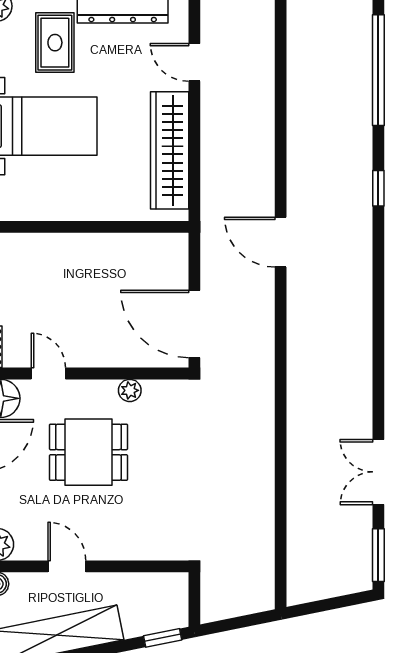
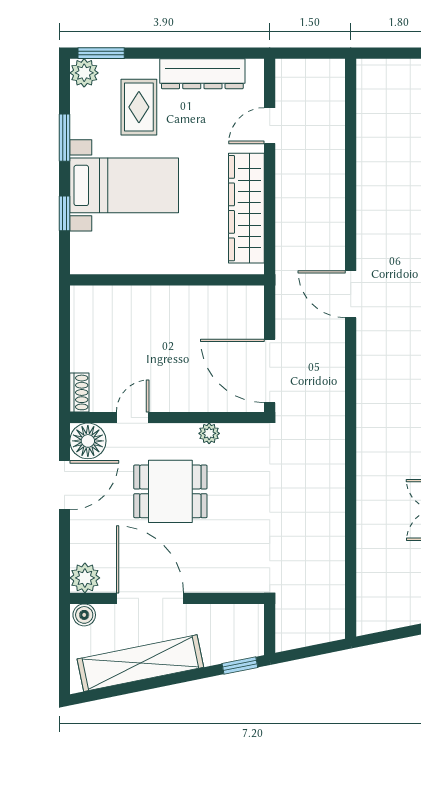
door: (194, 62) -> (270, 126), hinge flipped
door: (48, 373) -> (133, 418), hinge flipped
door: (67, 566) -> (150, 598), width x1.87

